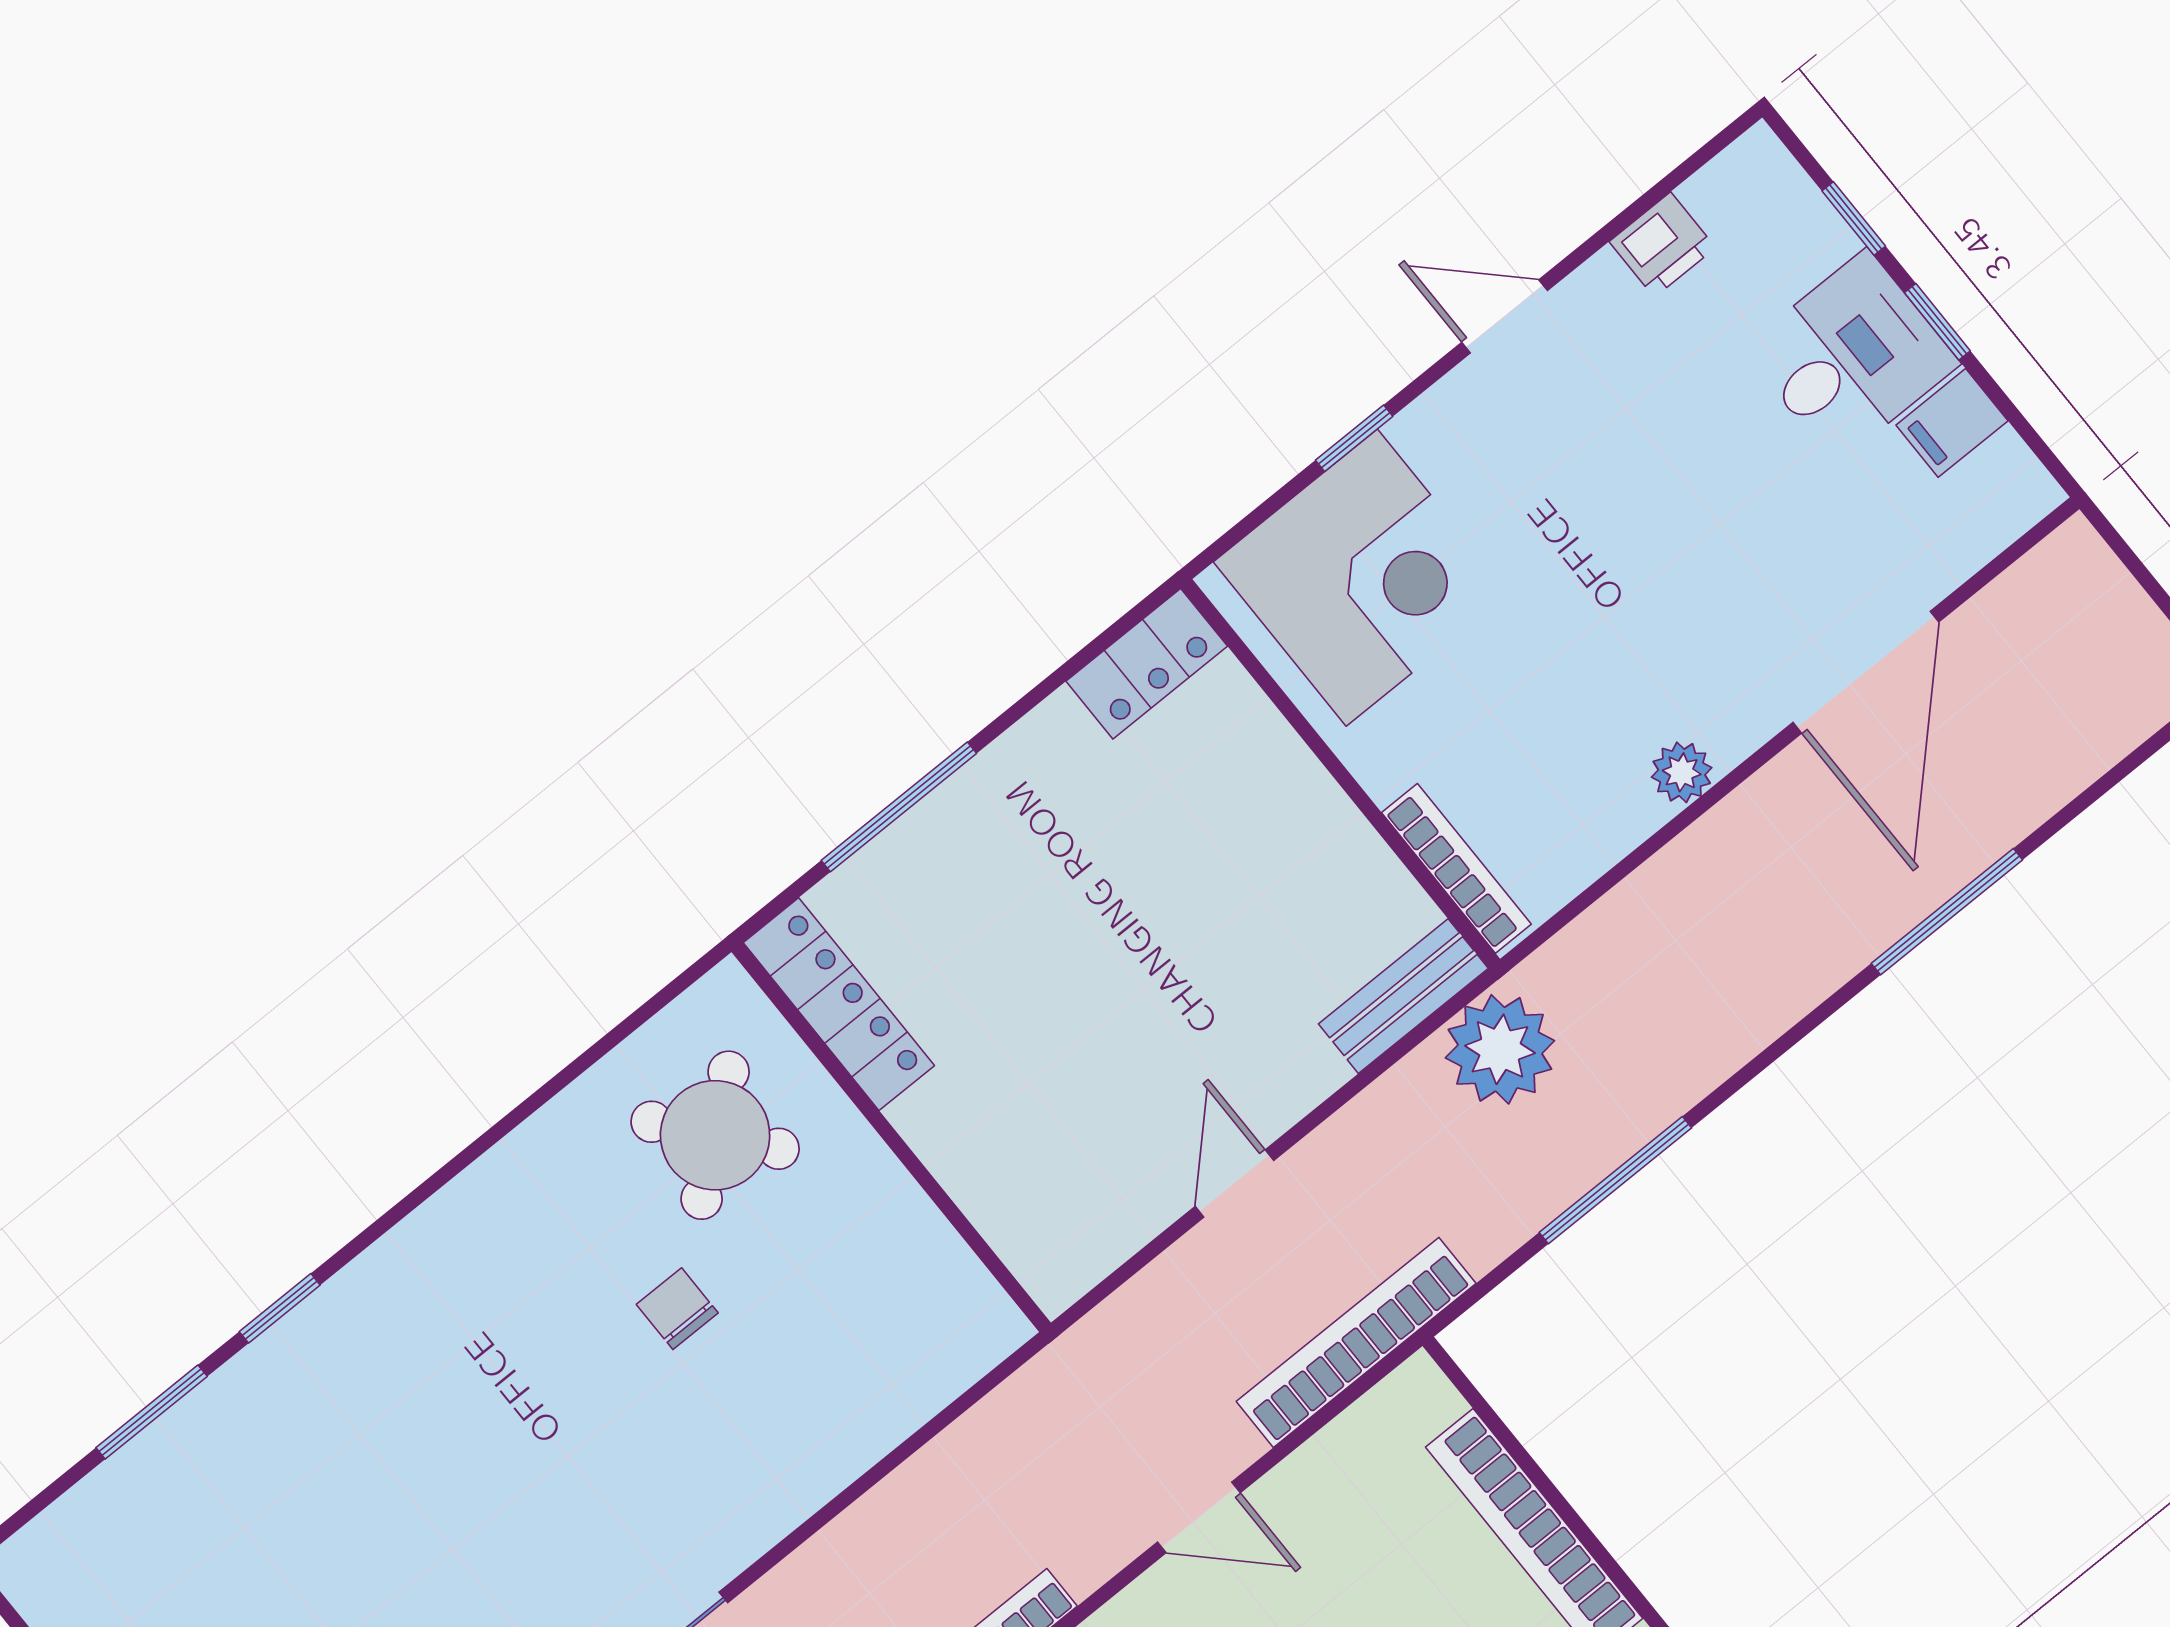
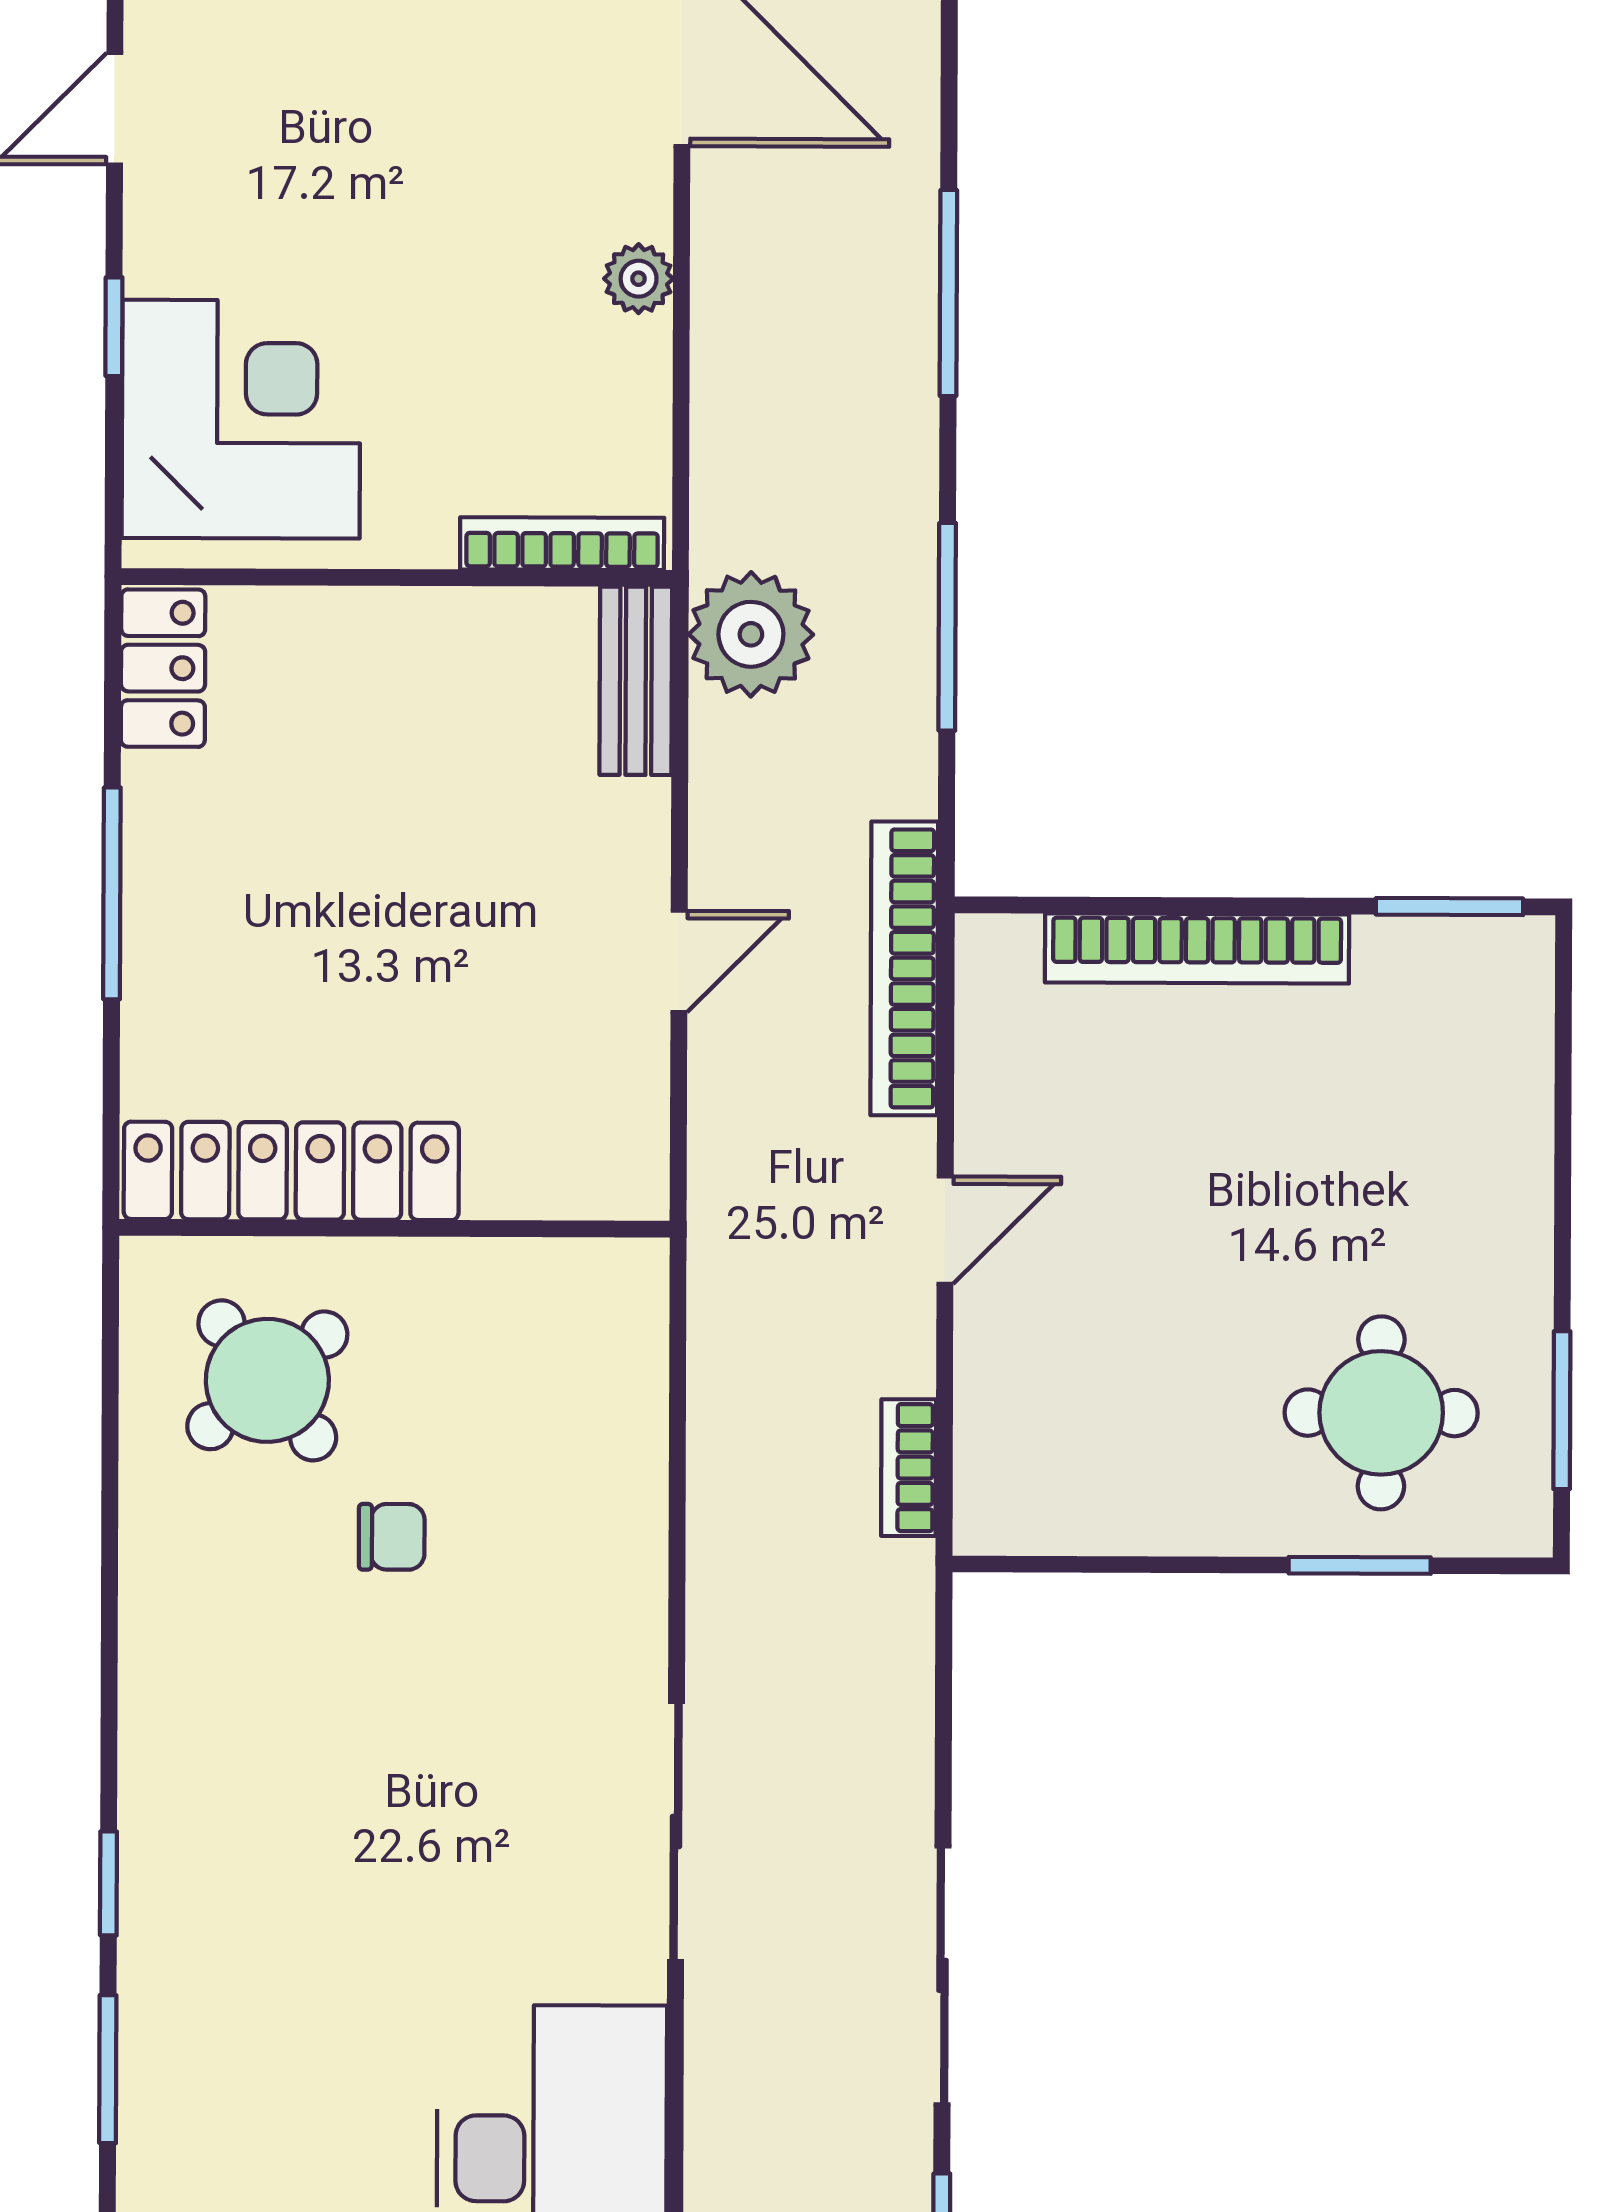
window: (899, 807) -> (112, 893), moved
window: (1947, 912) -> (948, 293), moved
locker: (839, 1004) -> (291, 1171), width x1.41, depth x1.21
door: (1235, 1183) -> (679, 961), swing flipped
chair: (677, 1309) -> (392, 1537), turned 180

